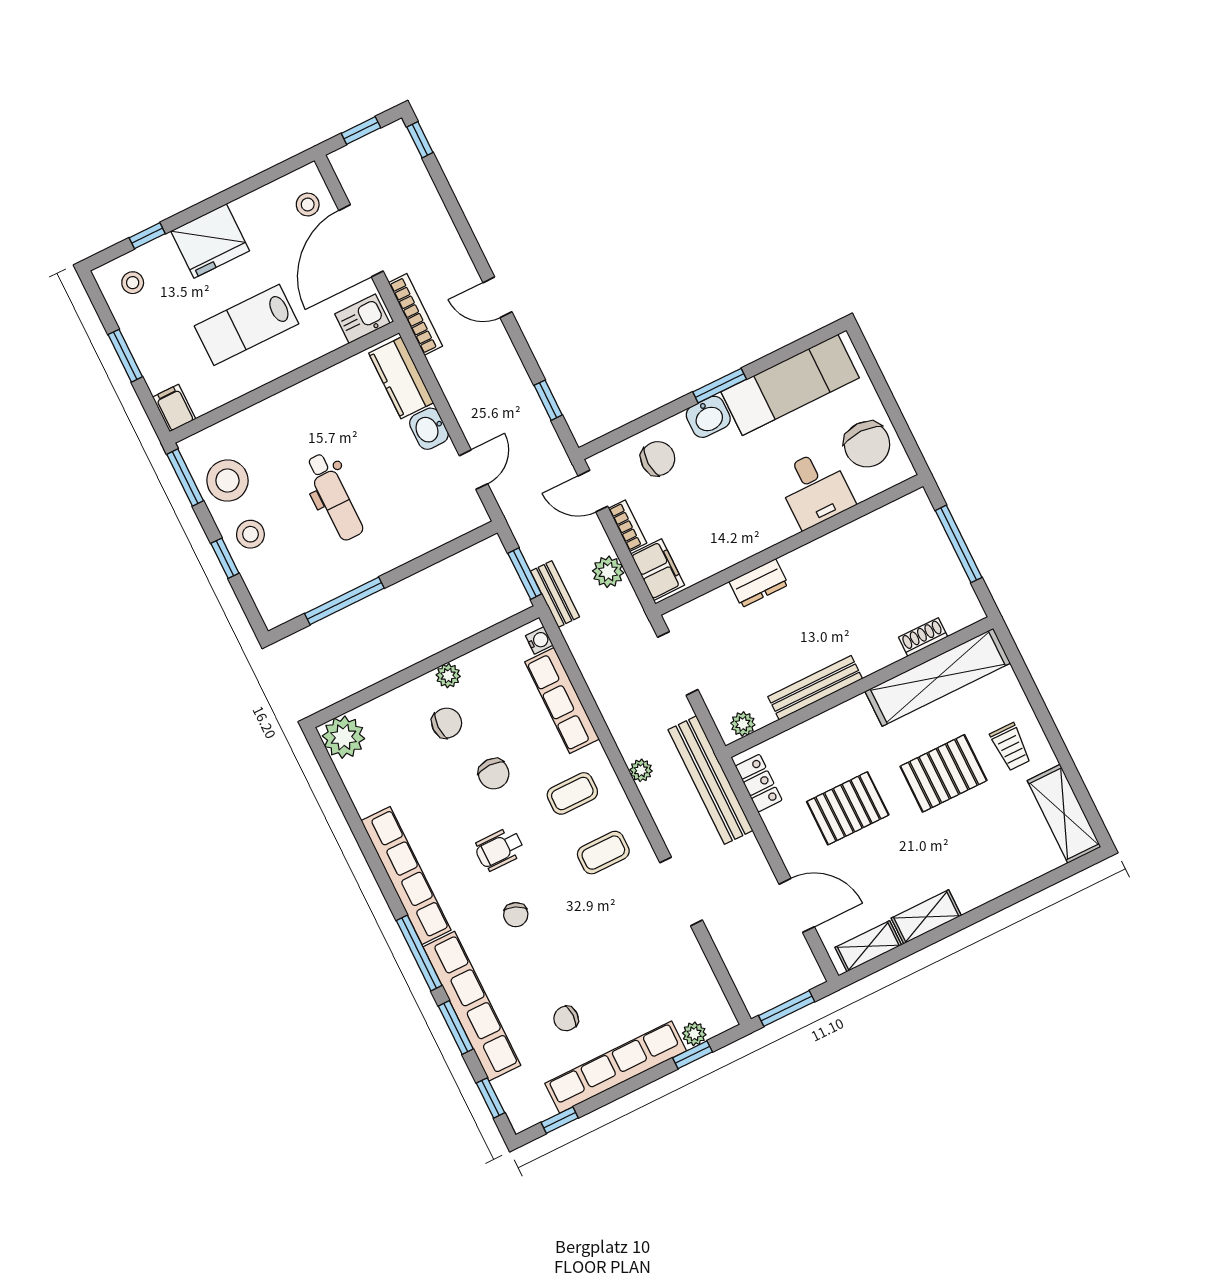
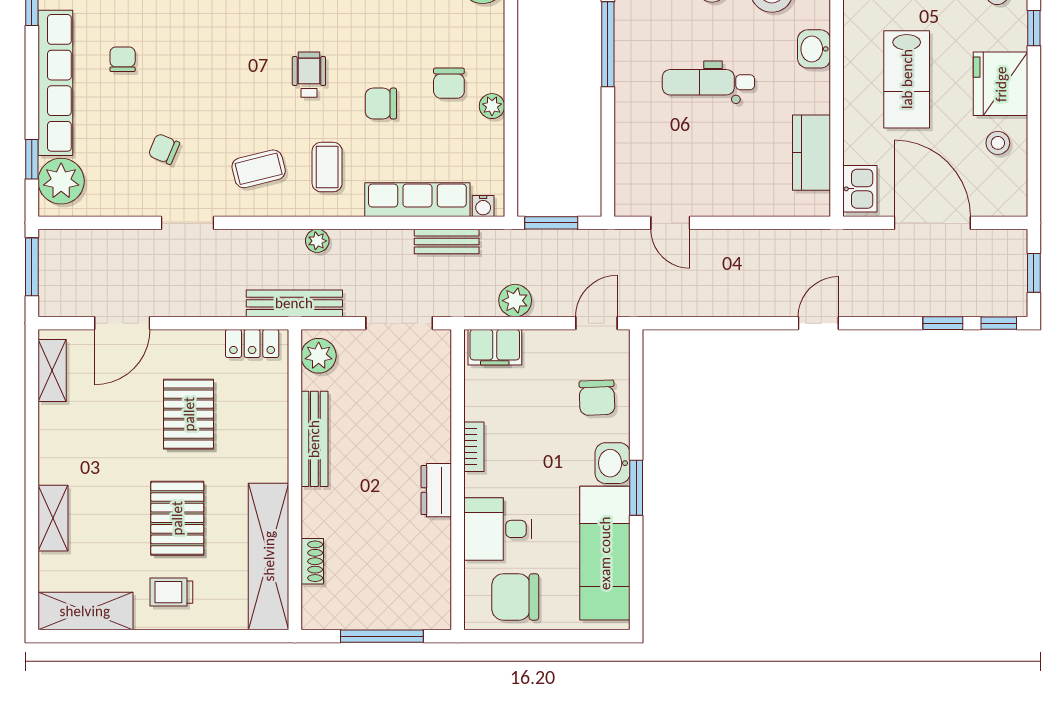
stool: (308, 205) -> (998, 143), moved
bookcase: (415, 314) -> (840, 240), removed
lab bench: (247, 325) -> (907, 79), turned 180
kitchen counter: (401, 378) -> (811, 153), moved, turned -90
window: (548, 400) -> (943, 323), moved
washbasin: (429, 429) -> (814, 49), moved, turned -90
bookcase: (627, 526) -> (474, 447), moved, turned -90
dresser: (759, 583) -> (436, 490), moved
bench: (555, 594) -> (447, 241), moved
plant: (743, 724) -> (319, 356), width x1.38, depth x1.38
bench: (711, 780) -> (294, 303), width x0.73, depth x0.82
coffee table: (603, 853) -> (259, 169), turned 76
doorway: (681, 891) -> (187, 223), width x0.73
chair: (516, 915) -> (164, 149), moved
shelving: (926, 917) -> (53, 518), moved
plant: (694, 1034) -> (61, 181), width x1.88, depth x1.88

